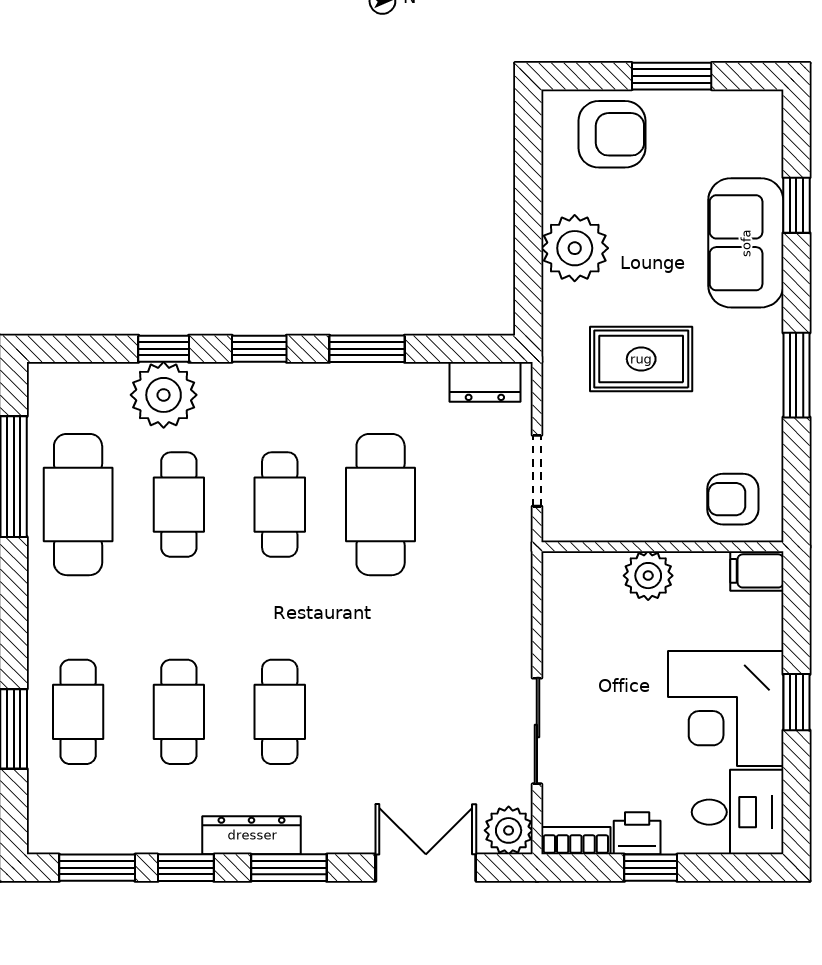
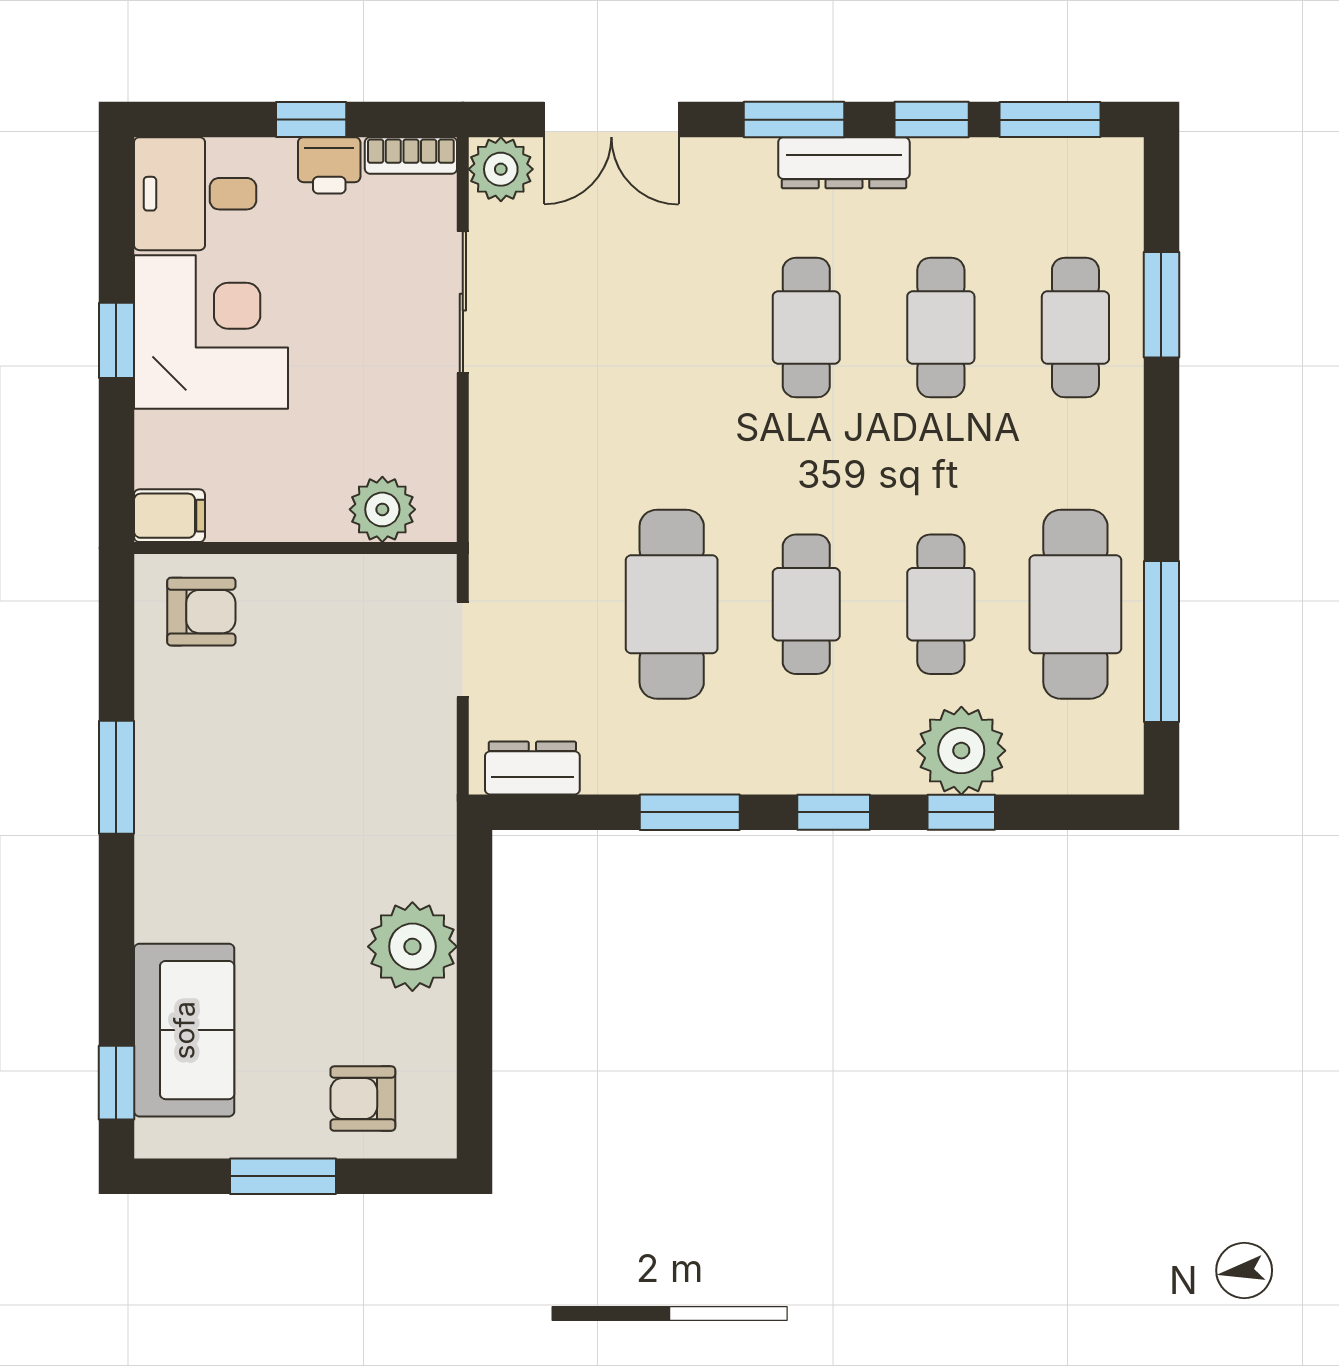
armchair: (612, 134) -> (363, 1099), width x0.72, depth x0.72
window: (796, 205) -> (116, 1083), moved
sofa: (746, 243) -> (184, 1030), moved
rug: (641, 359) -> (324, 799), removed
plant: (648, 576) -> (382, 509), moved

